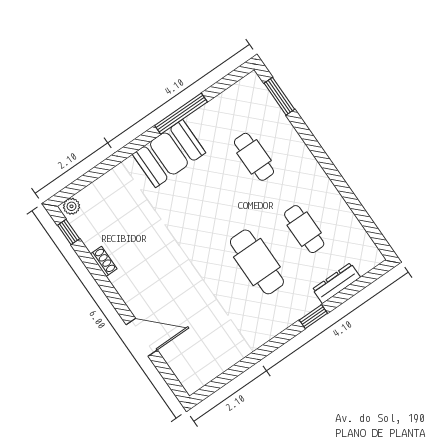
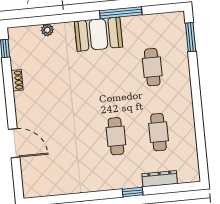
plant: (72, 206) -> (47, 30), moved
cafe table: (257, 262) -> (116, 136), width x0.73, depth x0.74

